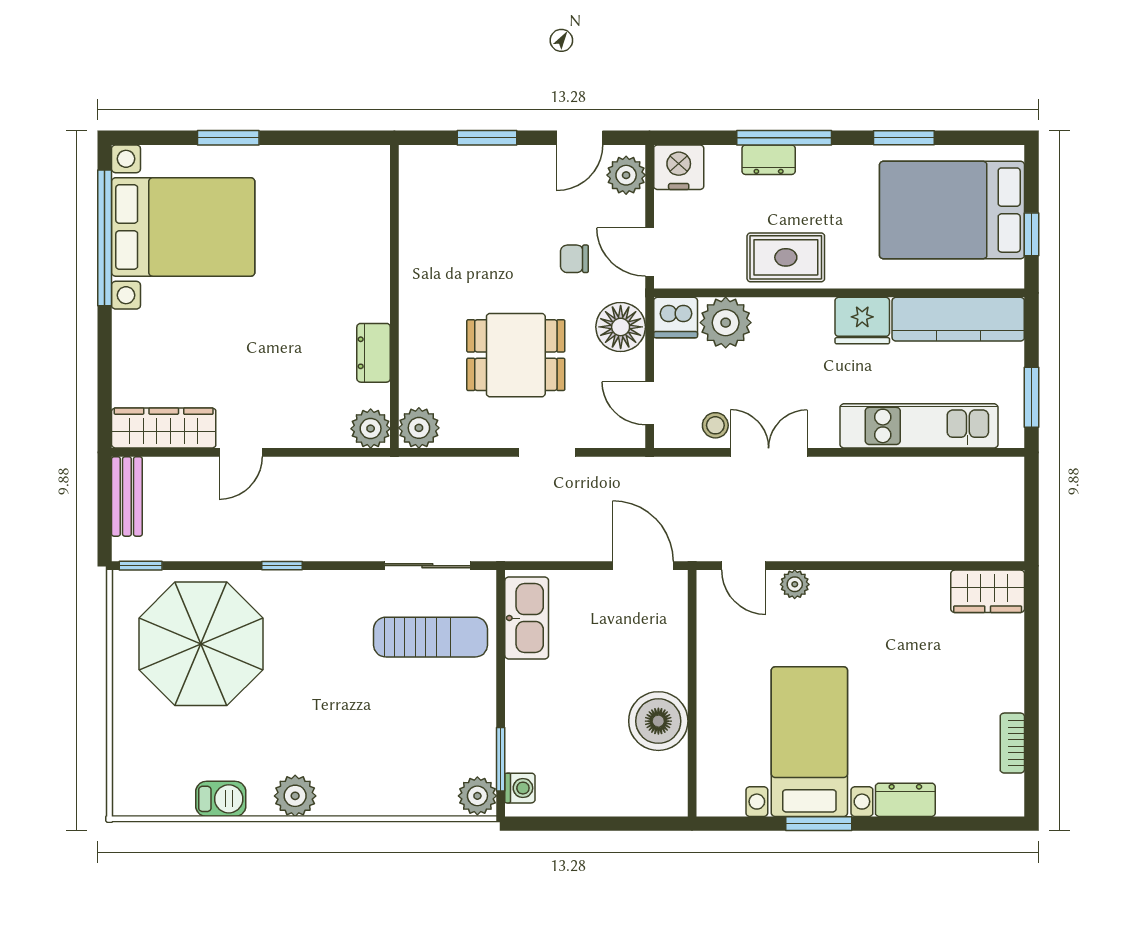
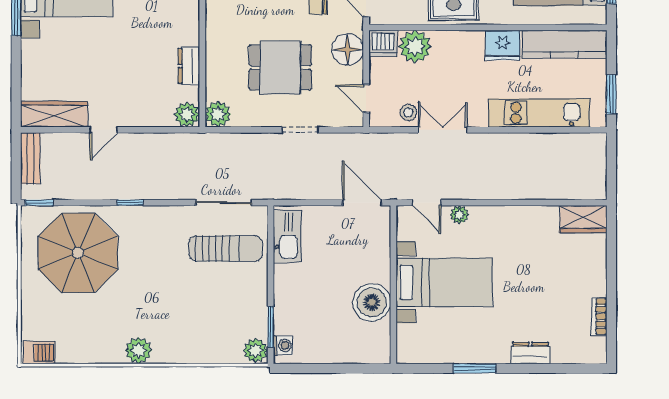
bed with nightstands: (809, 742) -> (444, 282), moved, turned 90
barbecue: (221, 799) -> (39, 352), moved

